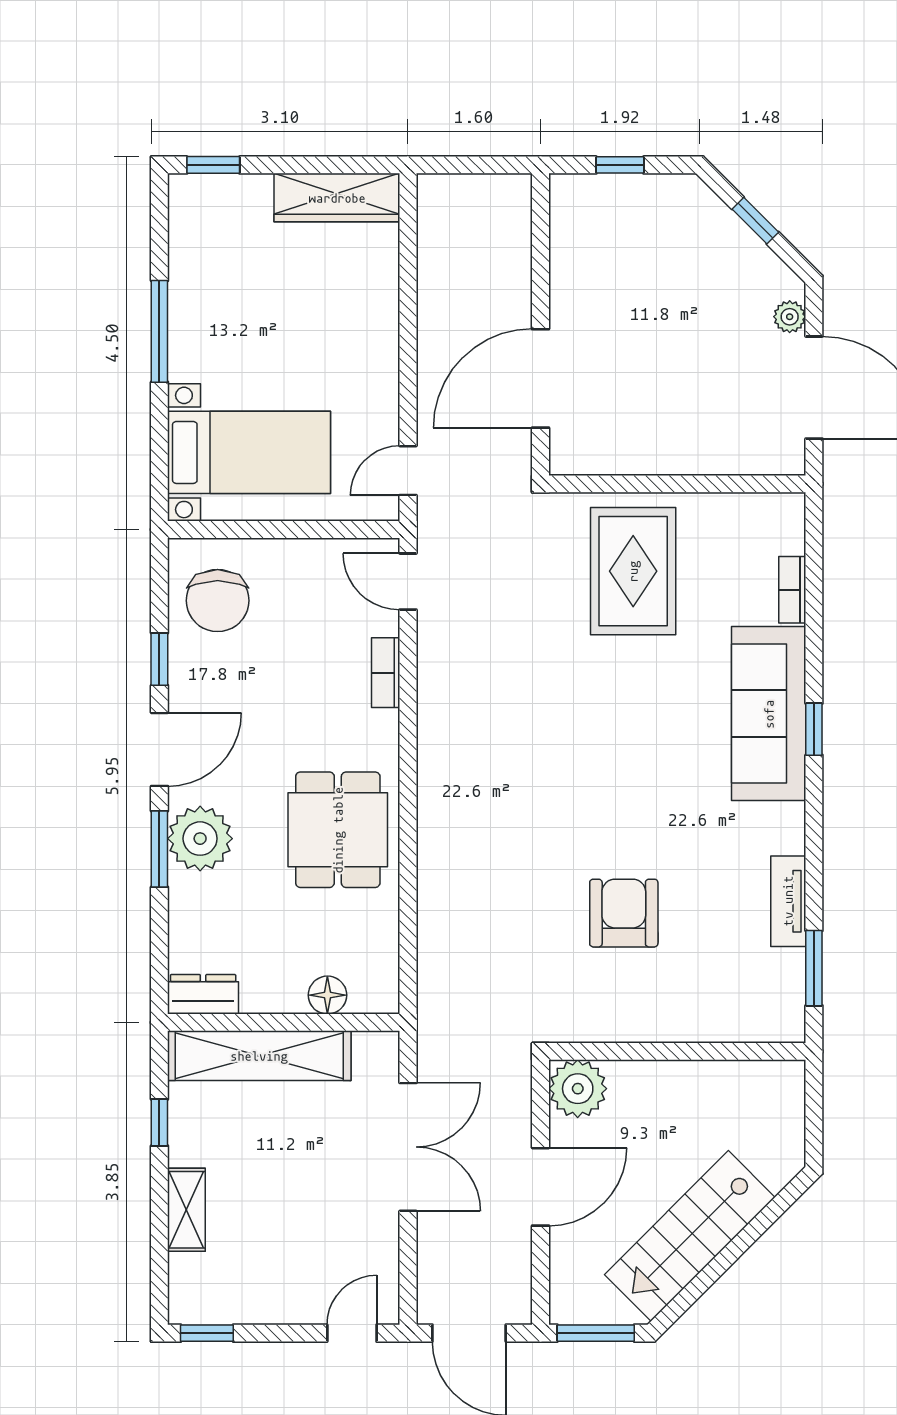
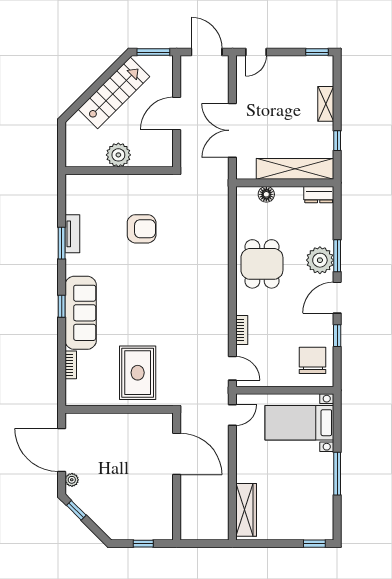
wardrobe: (337, 198) -> (246, 510), moved, turned 90
window: (755, 221) -> (76, 510), moved
door: (541, 378) -> (177, 454), hinge flipped
armchair: (624, 913) -> (142, 229), turned -90
window: (814, 968) -> (62, 243), moved
plant: (578, 1089) -> (118, 155), moved

